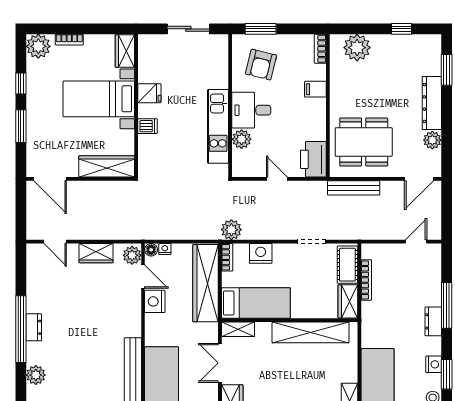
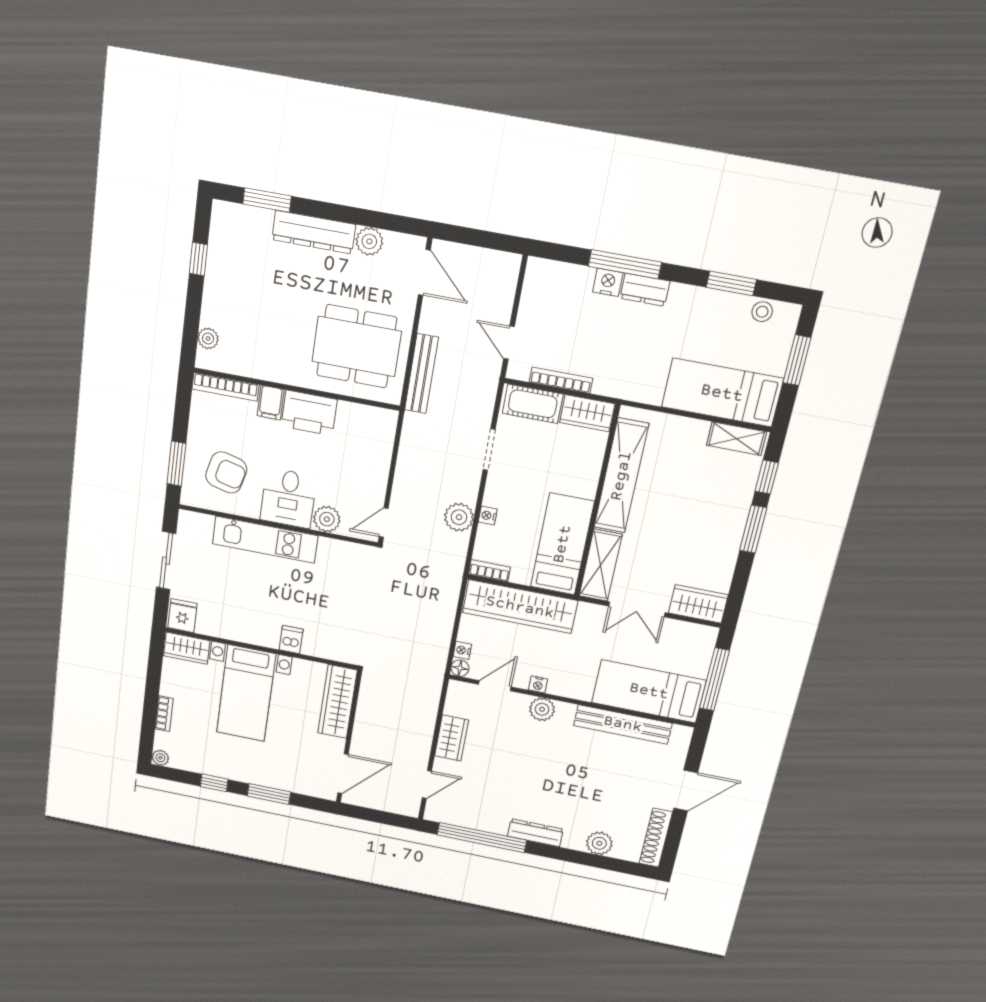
plant: (38, 46) -> (160, 758), width x0.53, depth x0.53
plant: (357, 48) -> (208, 338), width x0.53, depth x0.53
bookcase: (320, 49) -> (225, 387), width x1.56
fridge: (149, 93) -> (182, 616), moved
kitchen unit: (218, 126) -> (265, 540), moved
dining table: (364, 142) -> (357, 346), turned 90
printer: (313, 159) -> (309, 413), moved
door: (277, 179) -> (384, 523), moved
plant: (231, 230) -> (459, 517), moved
door: (416, 242) -> (509, 343), moved
nightstand: (261, 253) -> (488, 516), width x0.53, depth x0.56
plant: (132, 255) -> (542, 709), moved
nightstand: (155, 301) -> (538, 684), width x0.53, depth x0.56
dresser: (34, 327) -> (535, 833), width x1.44
window: (21, 329) -> (482, 838), moved
shelving: (238, 329) -> (601, 565), width x1.50, depth x1.33
nightstand: (434, 364) -> (608, 282), moved

